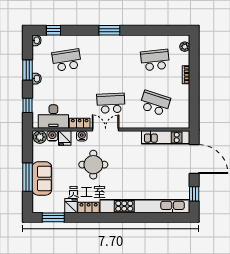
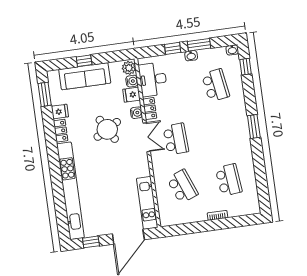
plant: (185, 47) -> (247, 210), removed
school desk: (155, 103) -> (182, 186), turned -39
window: (28, 105) -> (173, 48), moved
round table: (93, 165) -> (107, 129), turned -30
window: (28, 177) -> (84, 61), width x0.46
sofa: (42, 178) -> (85, 76), width x1.36

